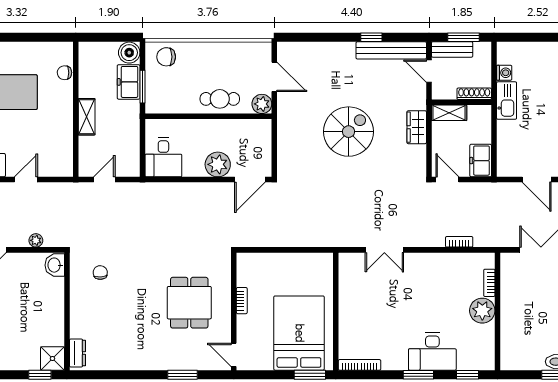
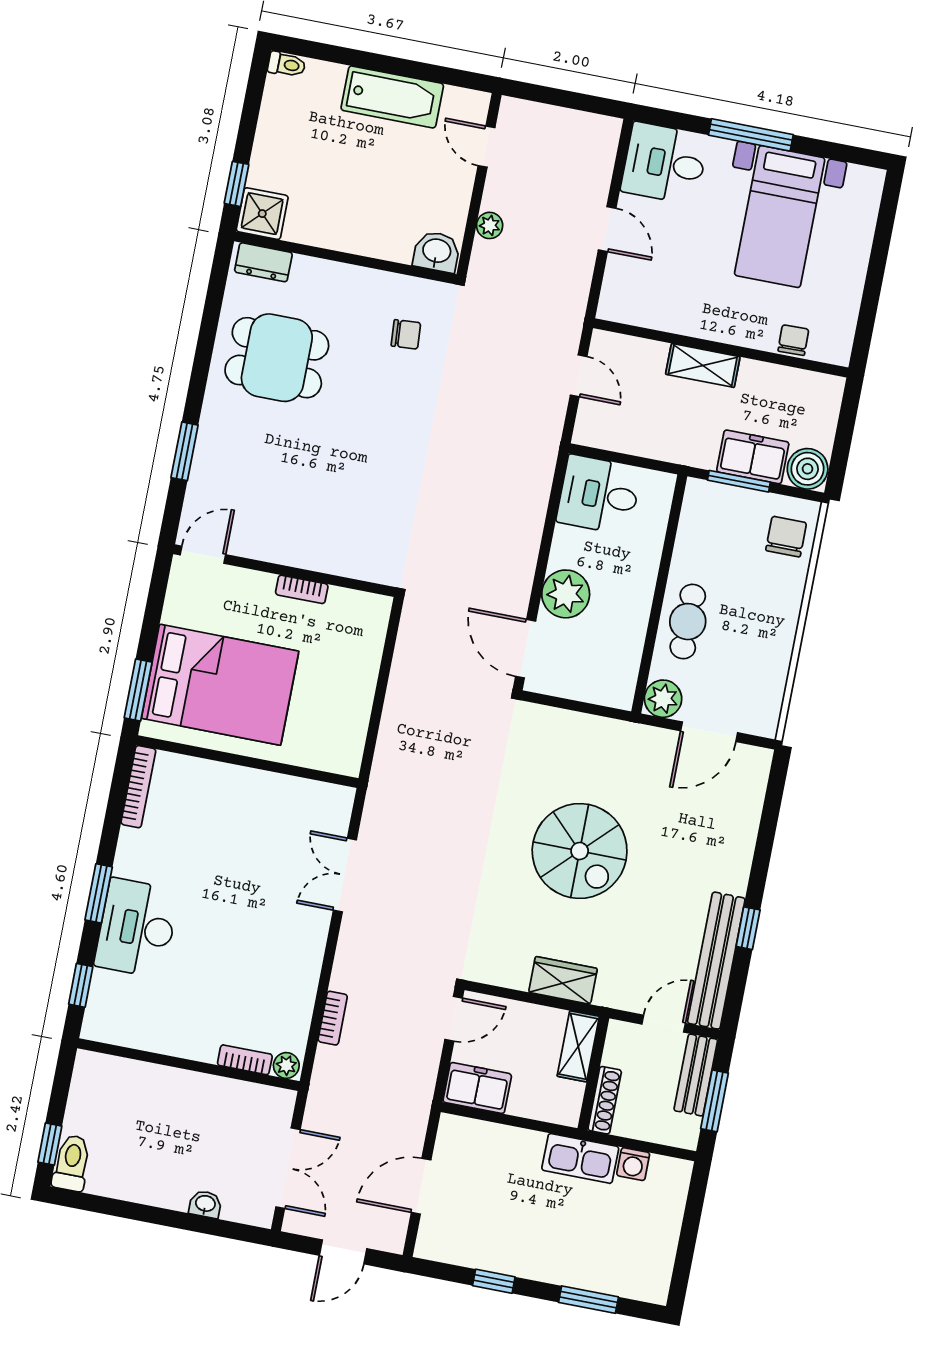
dining table: (189, 303) -> (277, 358), moved
plant: (482, 311) -> (286, 1065), moved, width x0.53, depth x0.53

